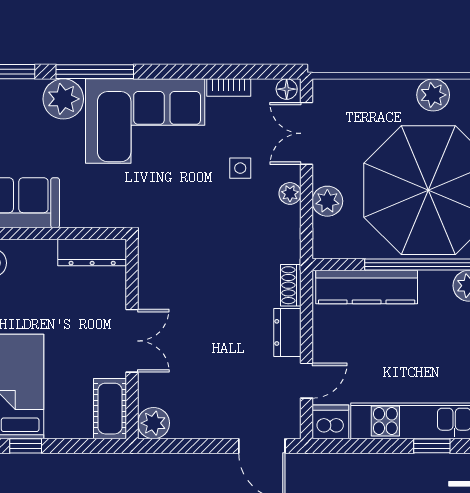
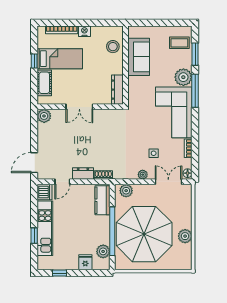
plant: (327, 201) -> (126, 191), moved
kitchen counter: (367, 287) -> (103, 200), width x0.67
door: (307, 381) -> (62, 182), hinge flipped
cot: (110, 409) -> (44, 83), moved, turned 90

